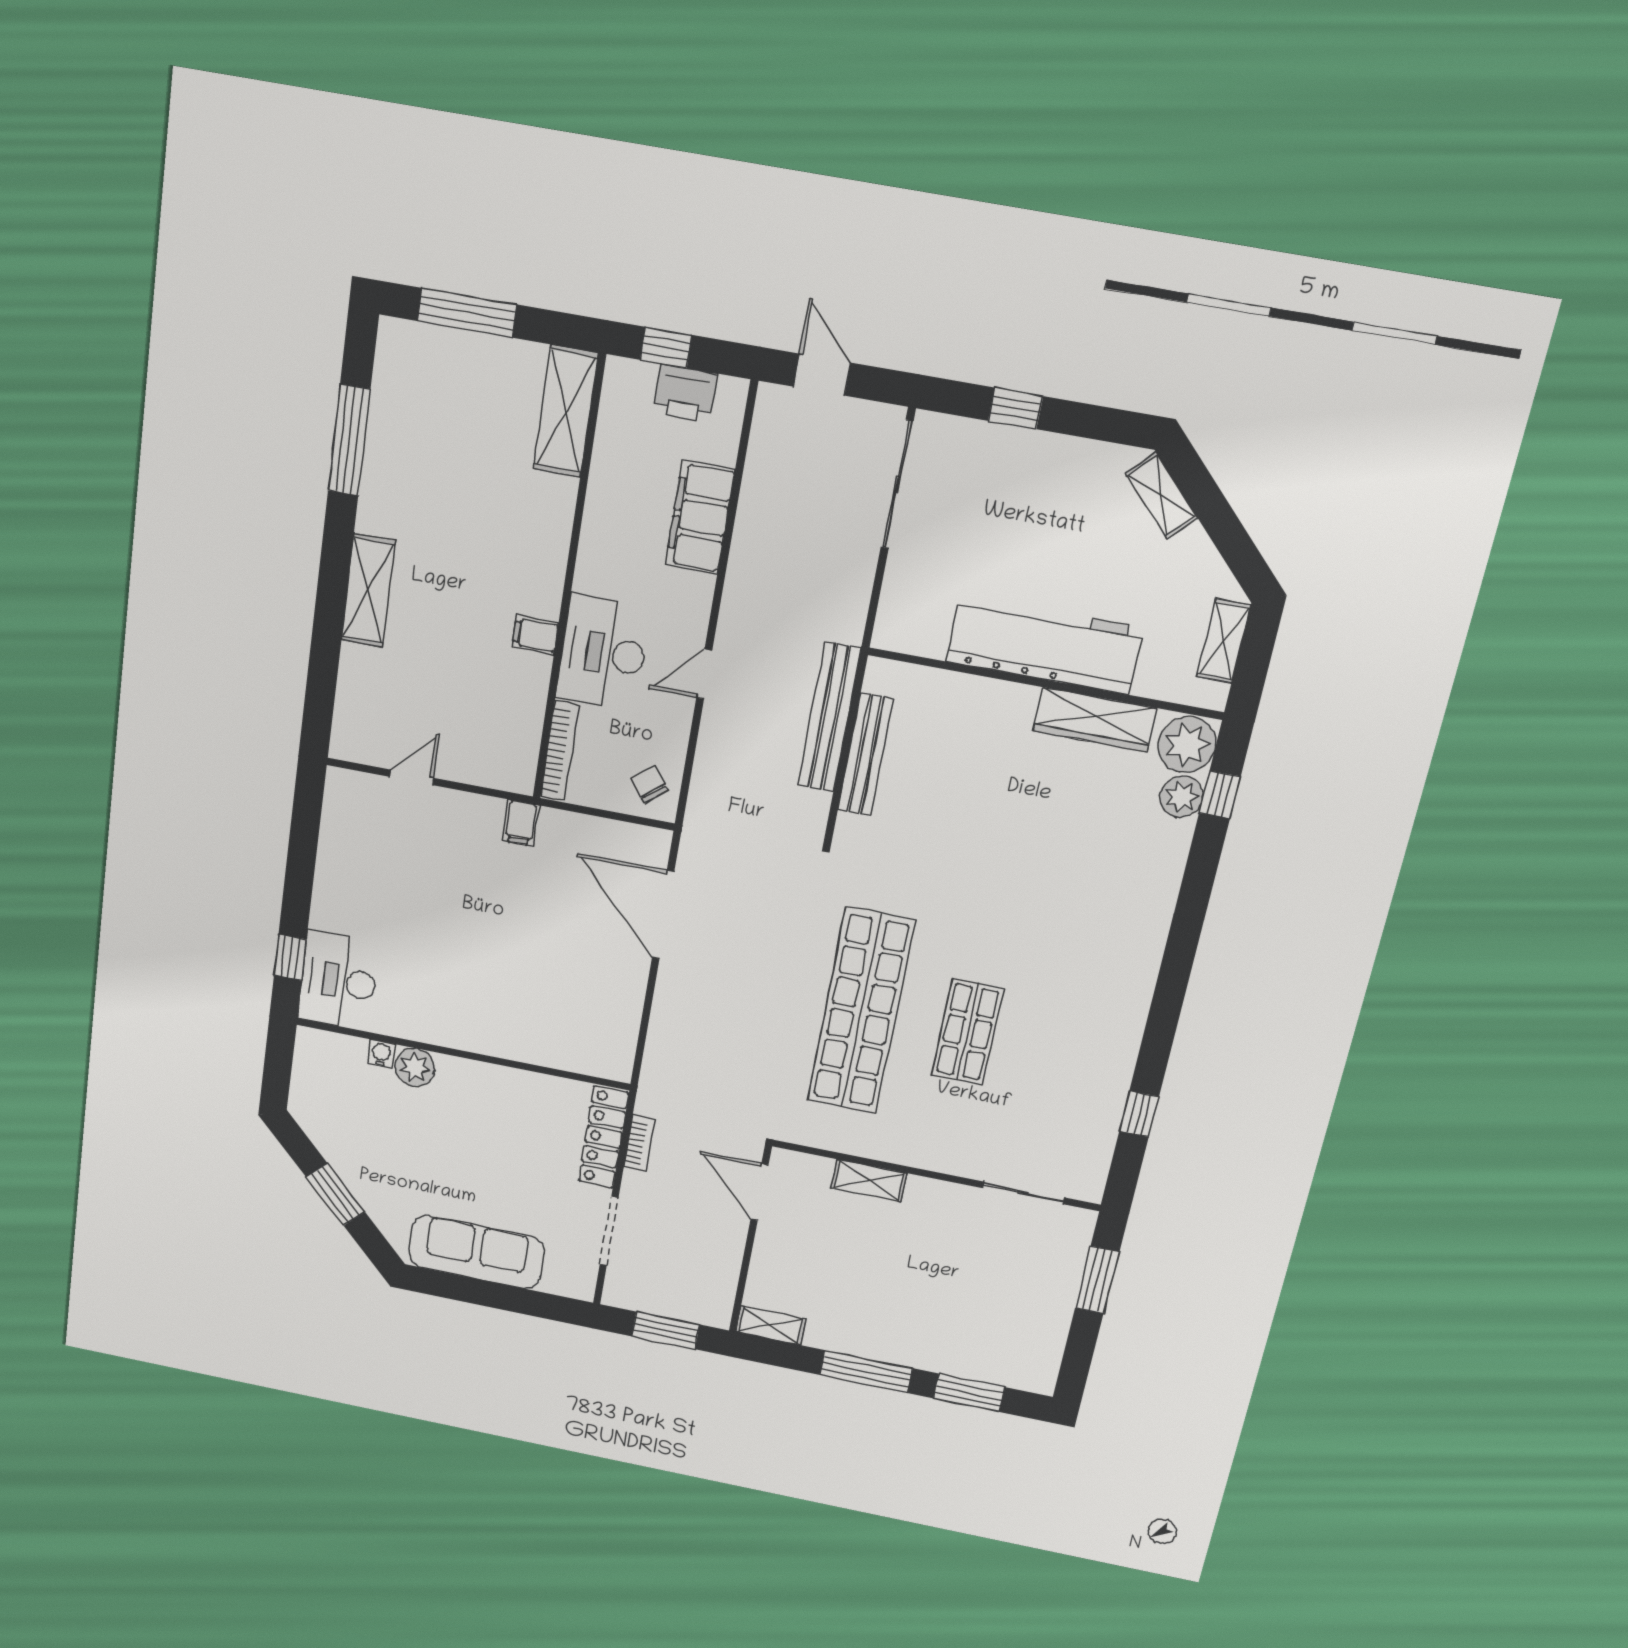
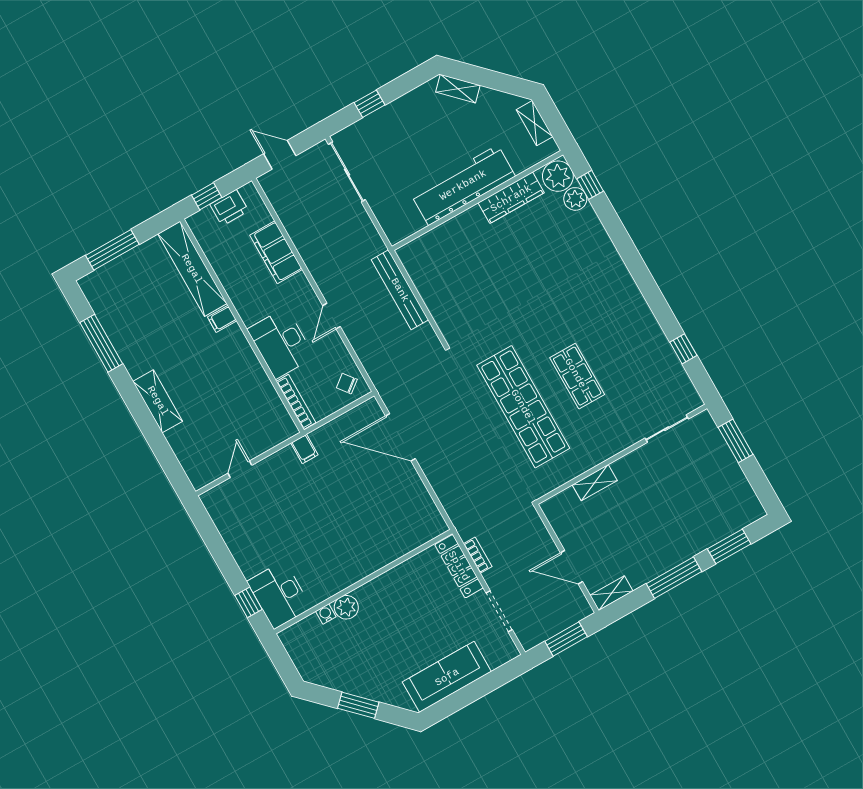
shelving: (566, 411) -> (192, 269), width x1.47
filing cabinet: (535, 635) -> (222, 319), moved
bench: (866, 755) -> (429, 293), removed
door: (760, 1192) -> (571, 567), moved

